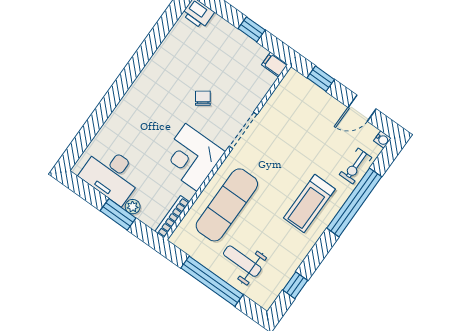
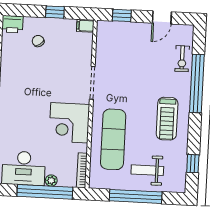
chair: (203, 98) -> (38, 41), moved
water cooler: (382, 139) -> (189, 30), removed
treadmill: (309, 203) -> (167, 119), moved
window: (118, 214) -> (45, 192), width x2.11

